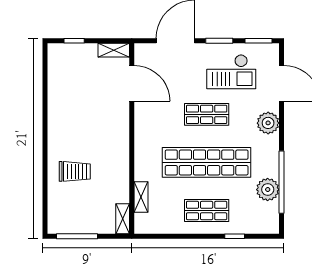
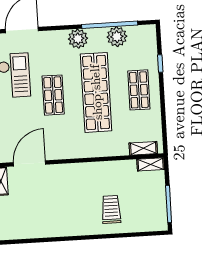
plant: (268, 123) -> (78, 39), moved
shelving: (141, 197) -> (143, 148), moved

